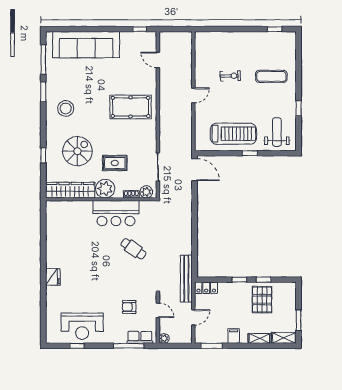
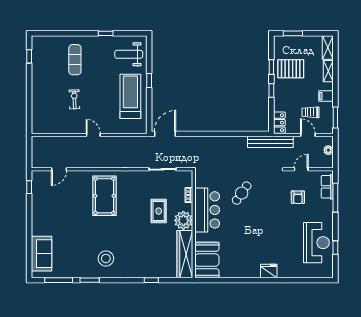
sofa: (86, 45) -> (41, 254), width x0.54, depth x0.79
spiral stairs: (77, 151) -> (147, 247), removed
plant: (146, 192) -> (187, 181), removed
booth: (64, 213) -> (207, 260), added
trolley: (217, 320) -> (311, 112), added
window: (299, 320) -> (293, 33), moved
plant: (164, 338) -> (328, 150), moved

